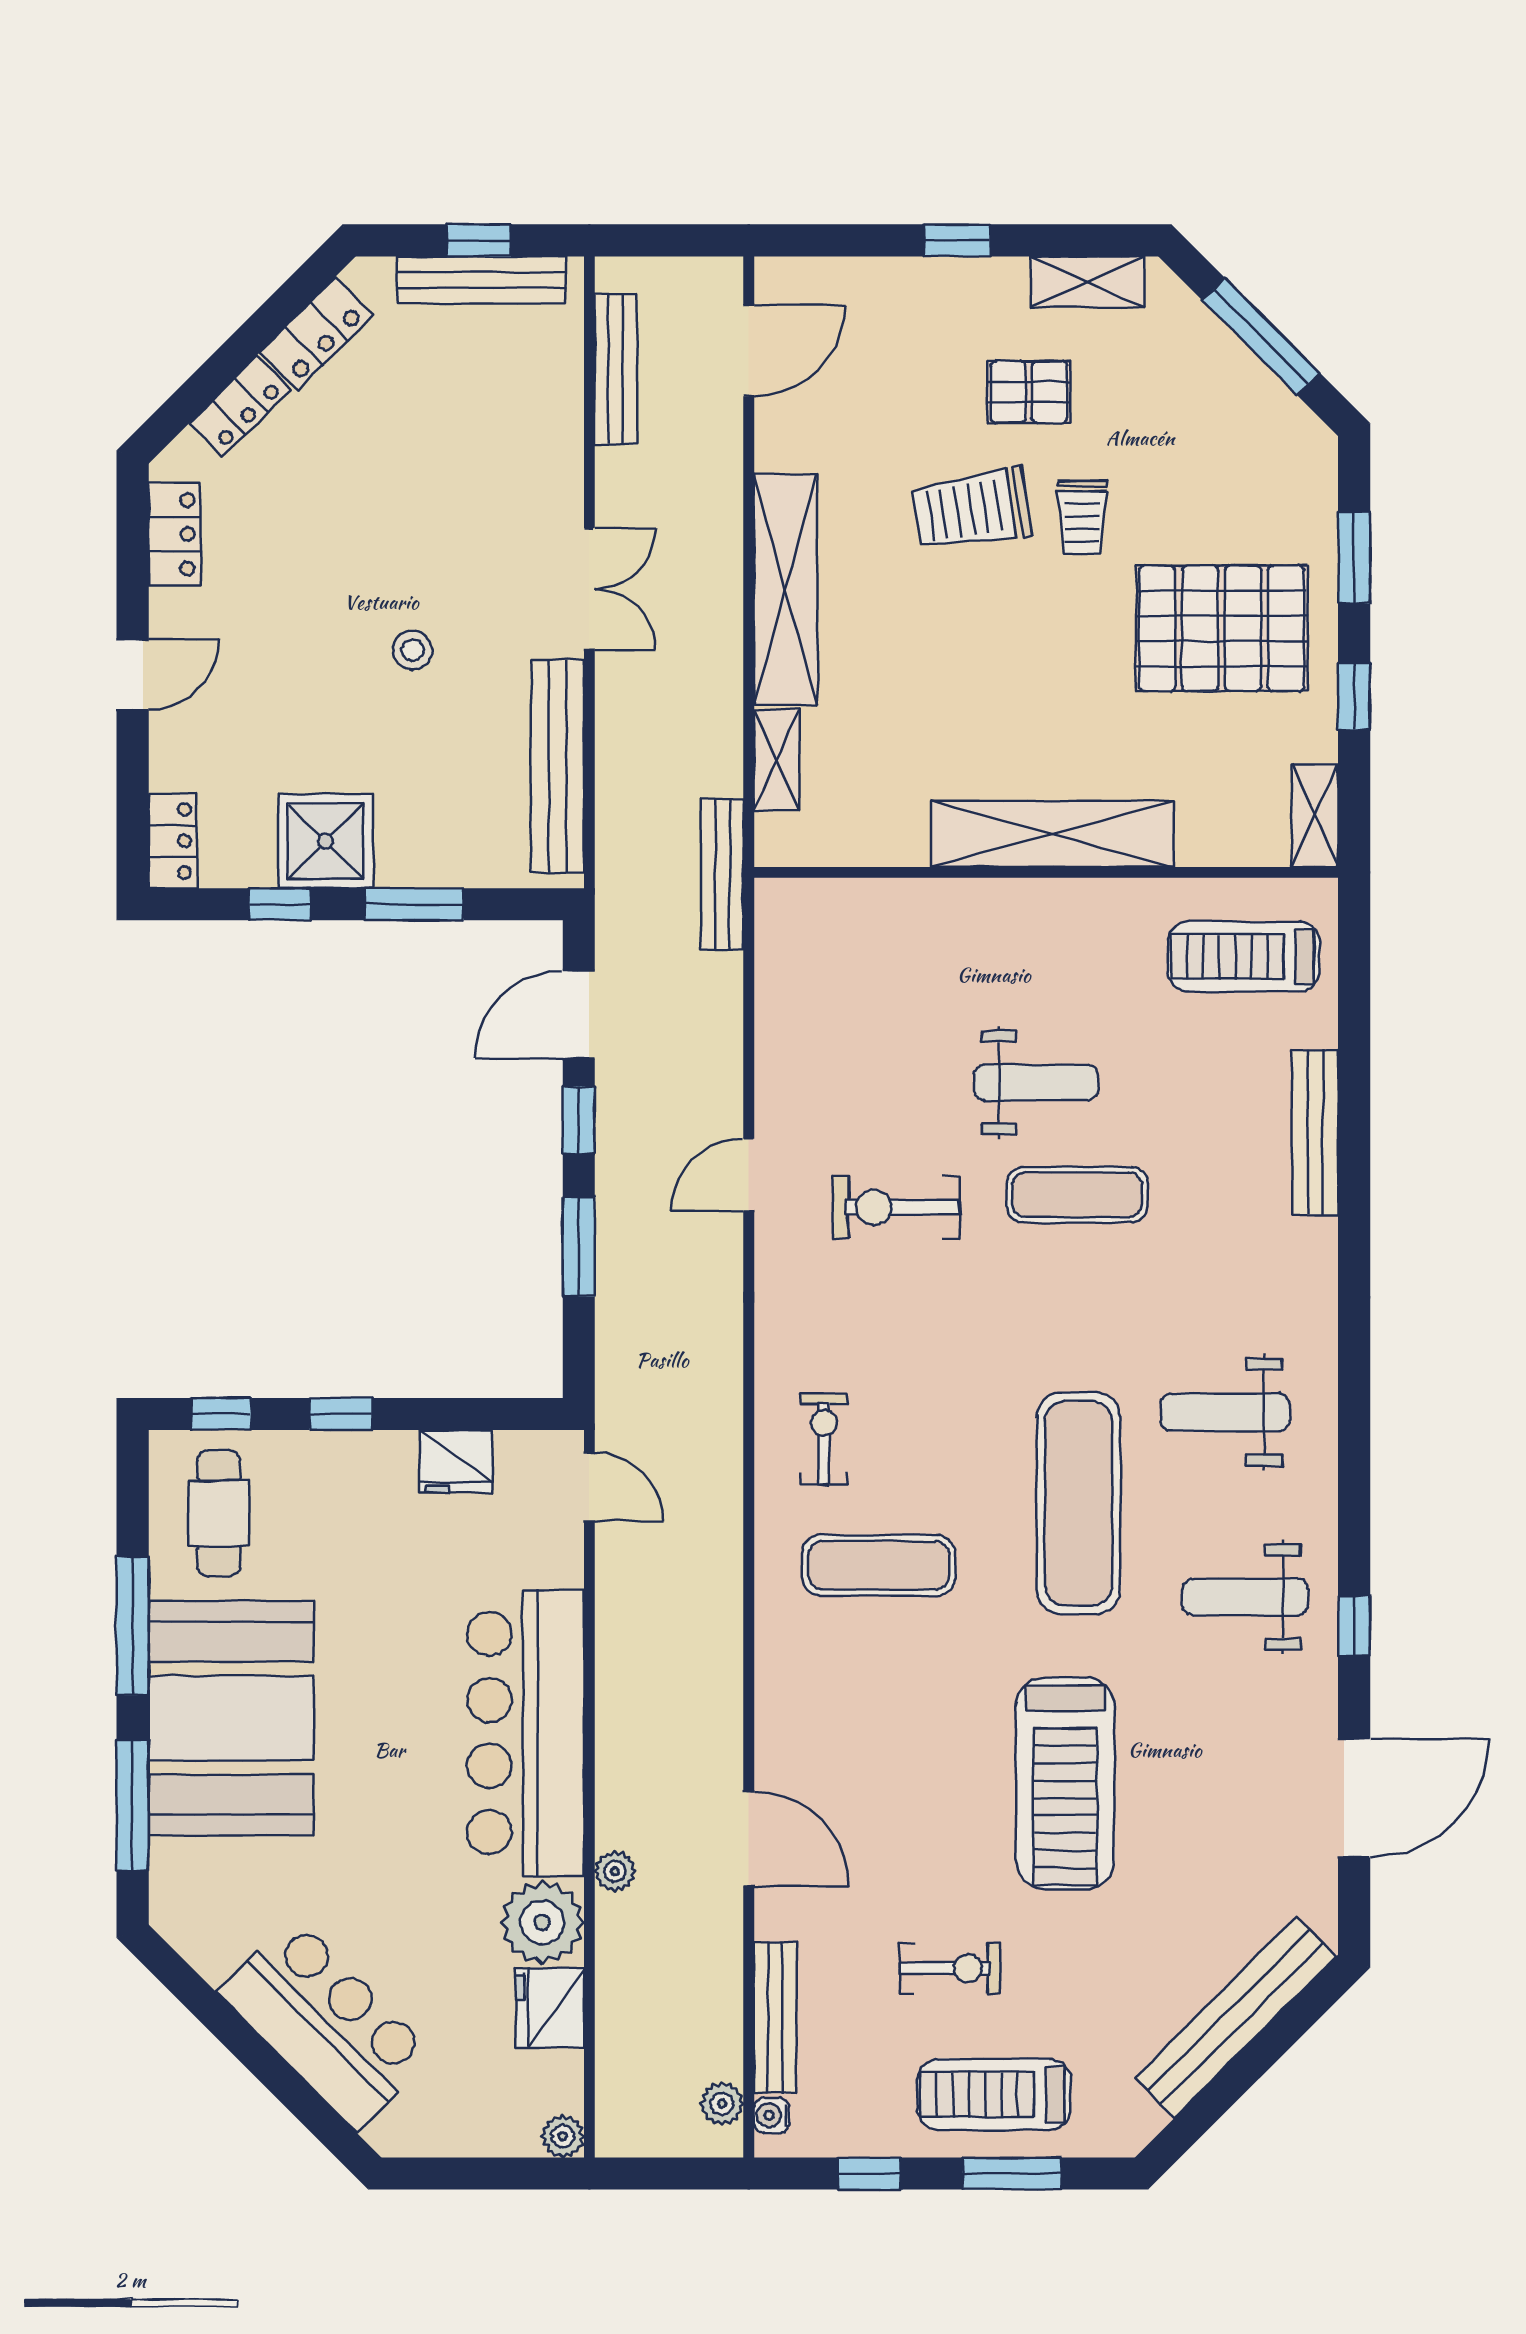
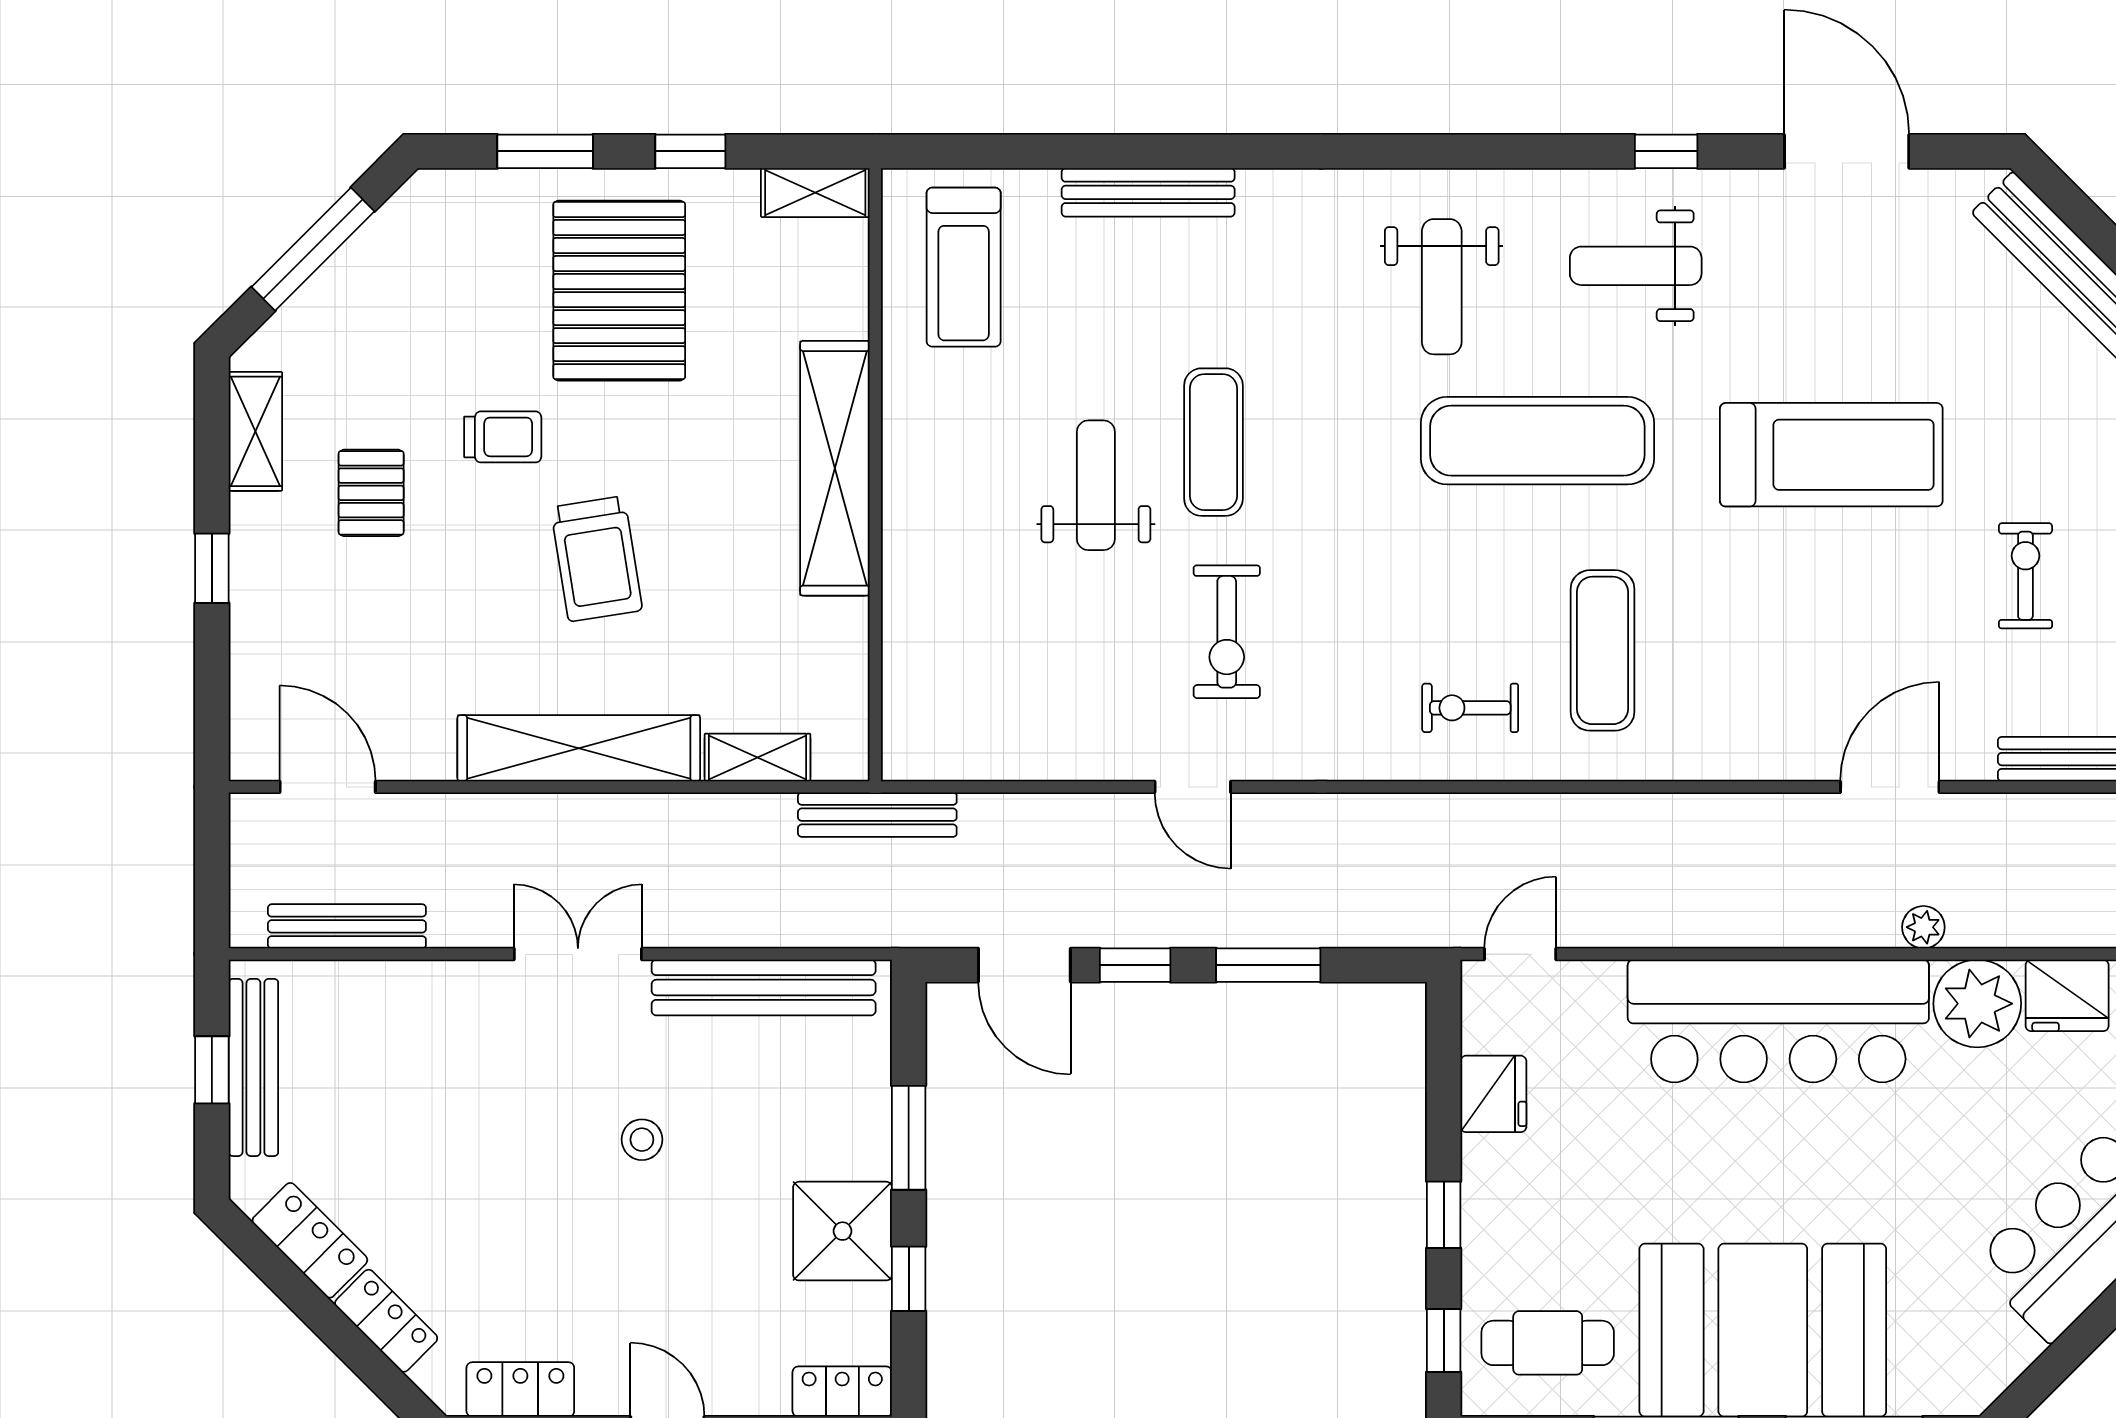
trolley: (972, 509) -> (596, 559), moved
weight bench: (1245, 1597) -> (1636, 266), turned 90

